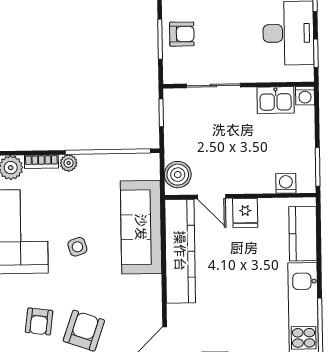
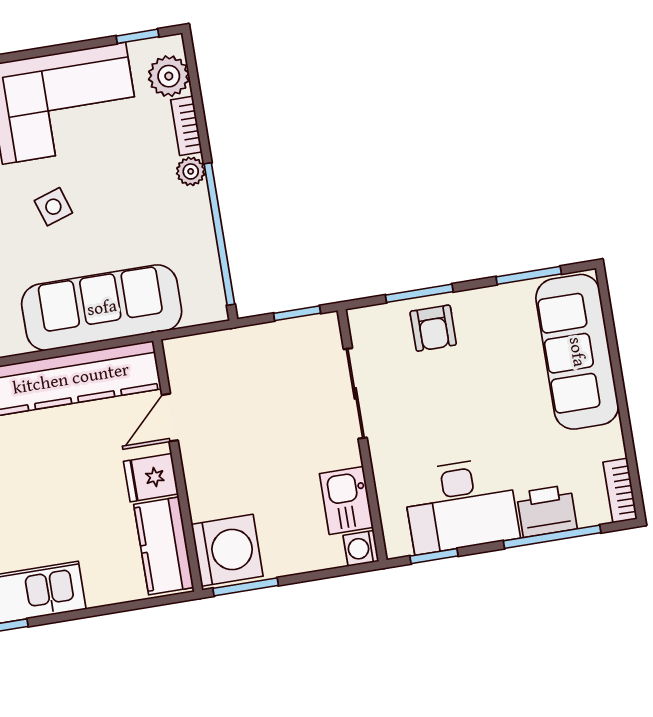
boiler: (178, 175) -> (198, 356), removed
washing machine: (286, 183) -> (227, 550), width x1.89, depth x1.89
kitchen counter: (303, 234) -> (164, 546), moved, turned -90

